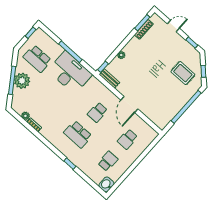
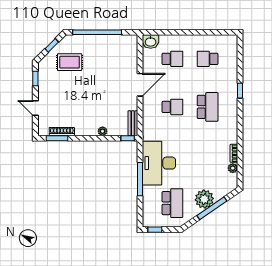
rug: (183, 73) -> (70, 62), turned 90
washbasin: (106, 184) -> (151, 42), moved

